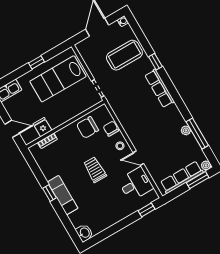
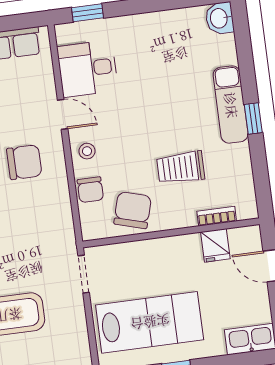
chair: (88, 127) -> (133, 210), turned -74
chair: (147, 129) -> (24, 162), added
trolley: (95, 170) -> (181, 168), moved, turned 90

